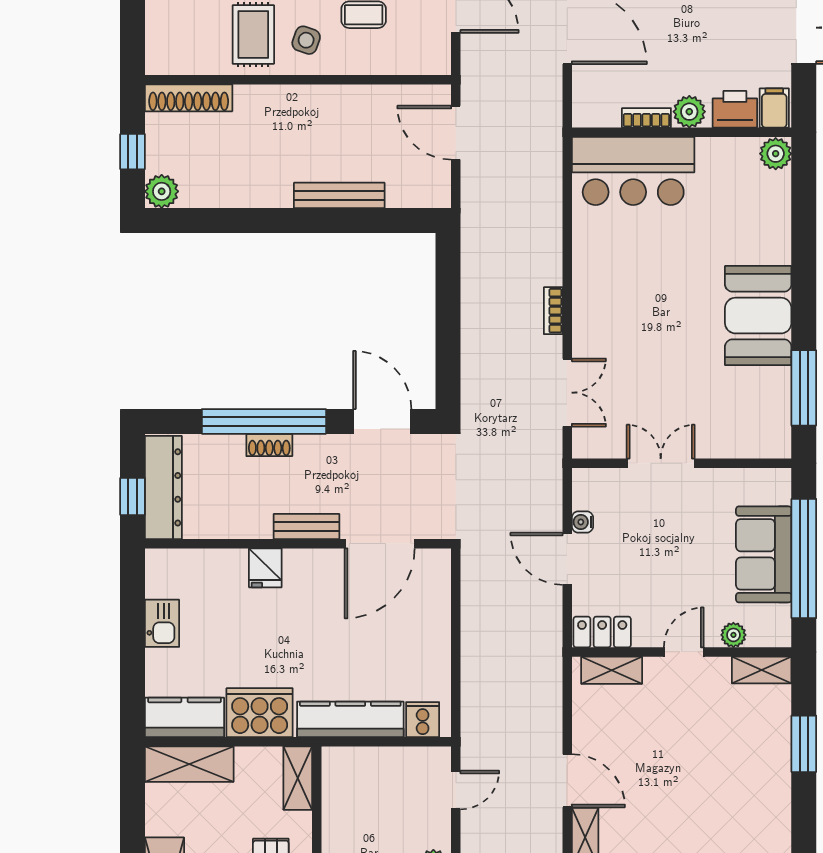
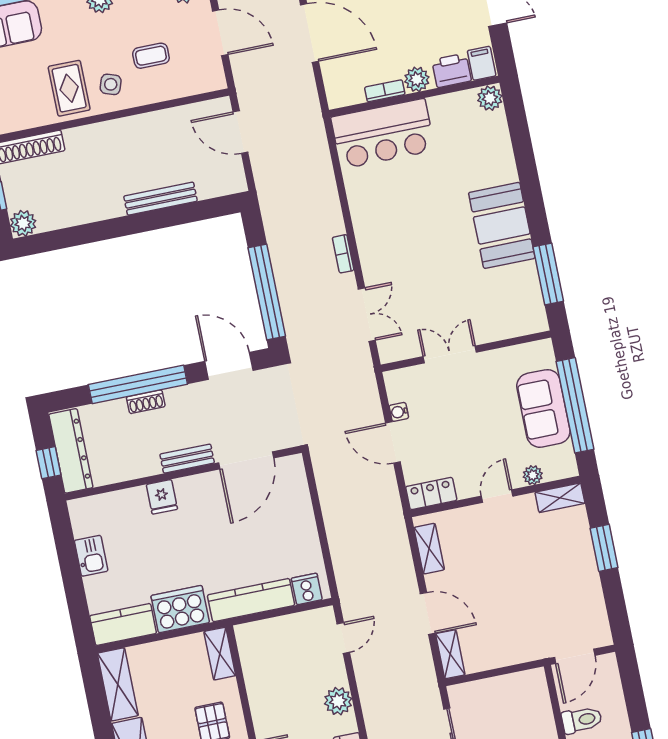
window: (448, 339) -> (267, 292), added
shelving: (612, 670) -> (429, 549), moved, turned 90
shelving: (189, 764) -> (118, 684), moved, turned 90

